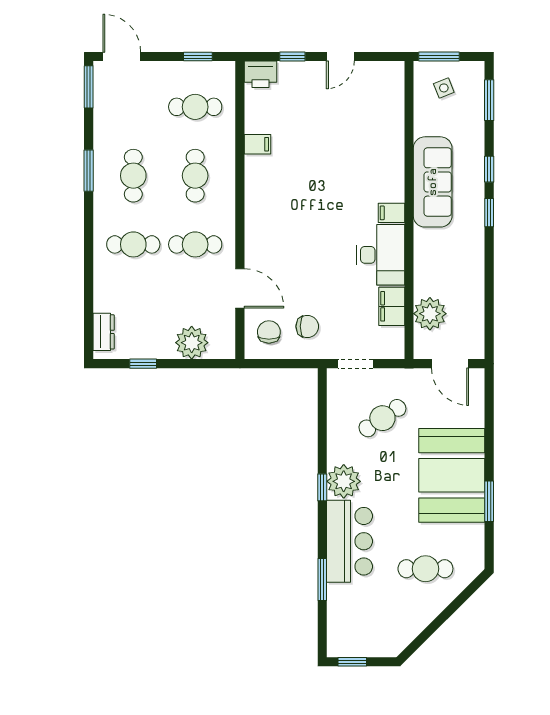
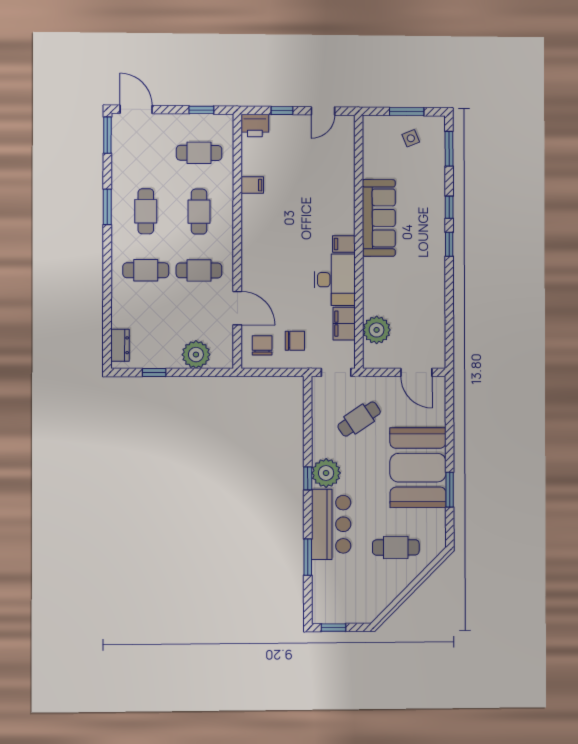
sofa: (433, 182) -> (379, 218), moved
wall: (409, 210) -> (359, 242), moved
filing cabinet: (391, 213) -> (344, 244), moved
desk: (381, 255) -> (335, 280), moved
filing cabinet: (392, 306) -> (344, 324), moved
plant: (430, 314) -> (377, 330), moved

